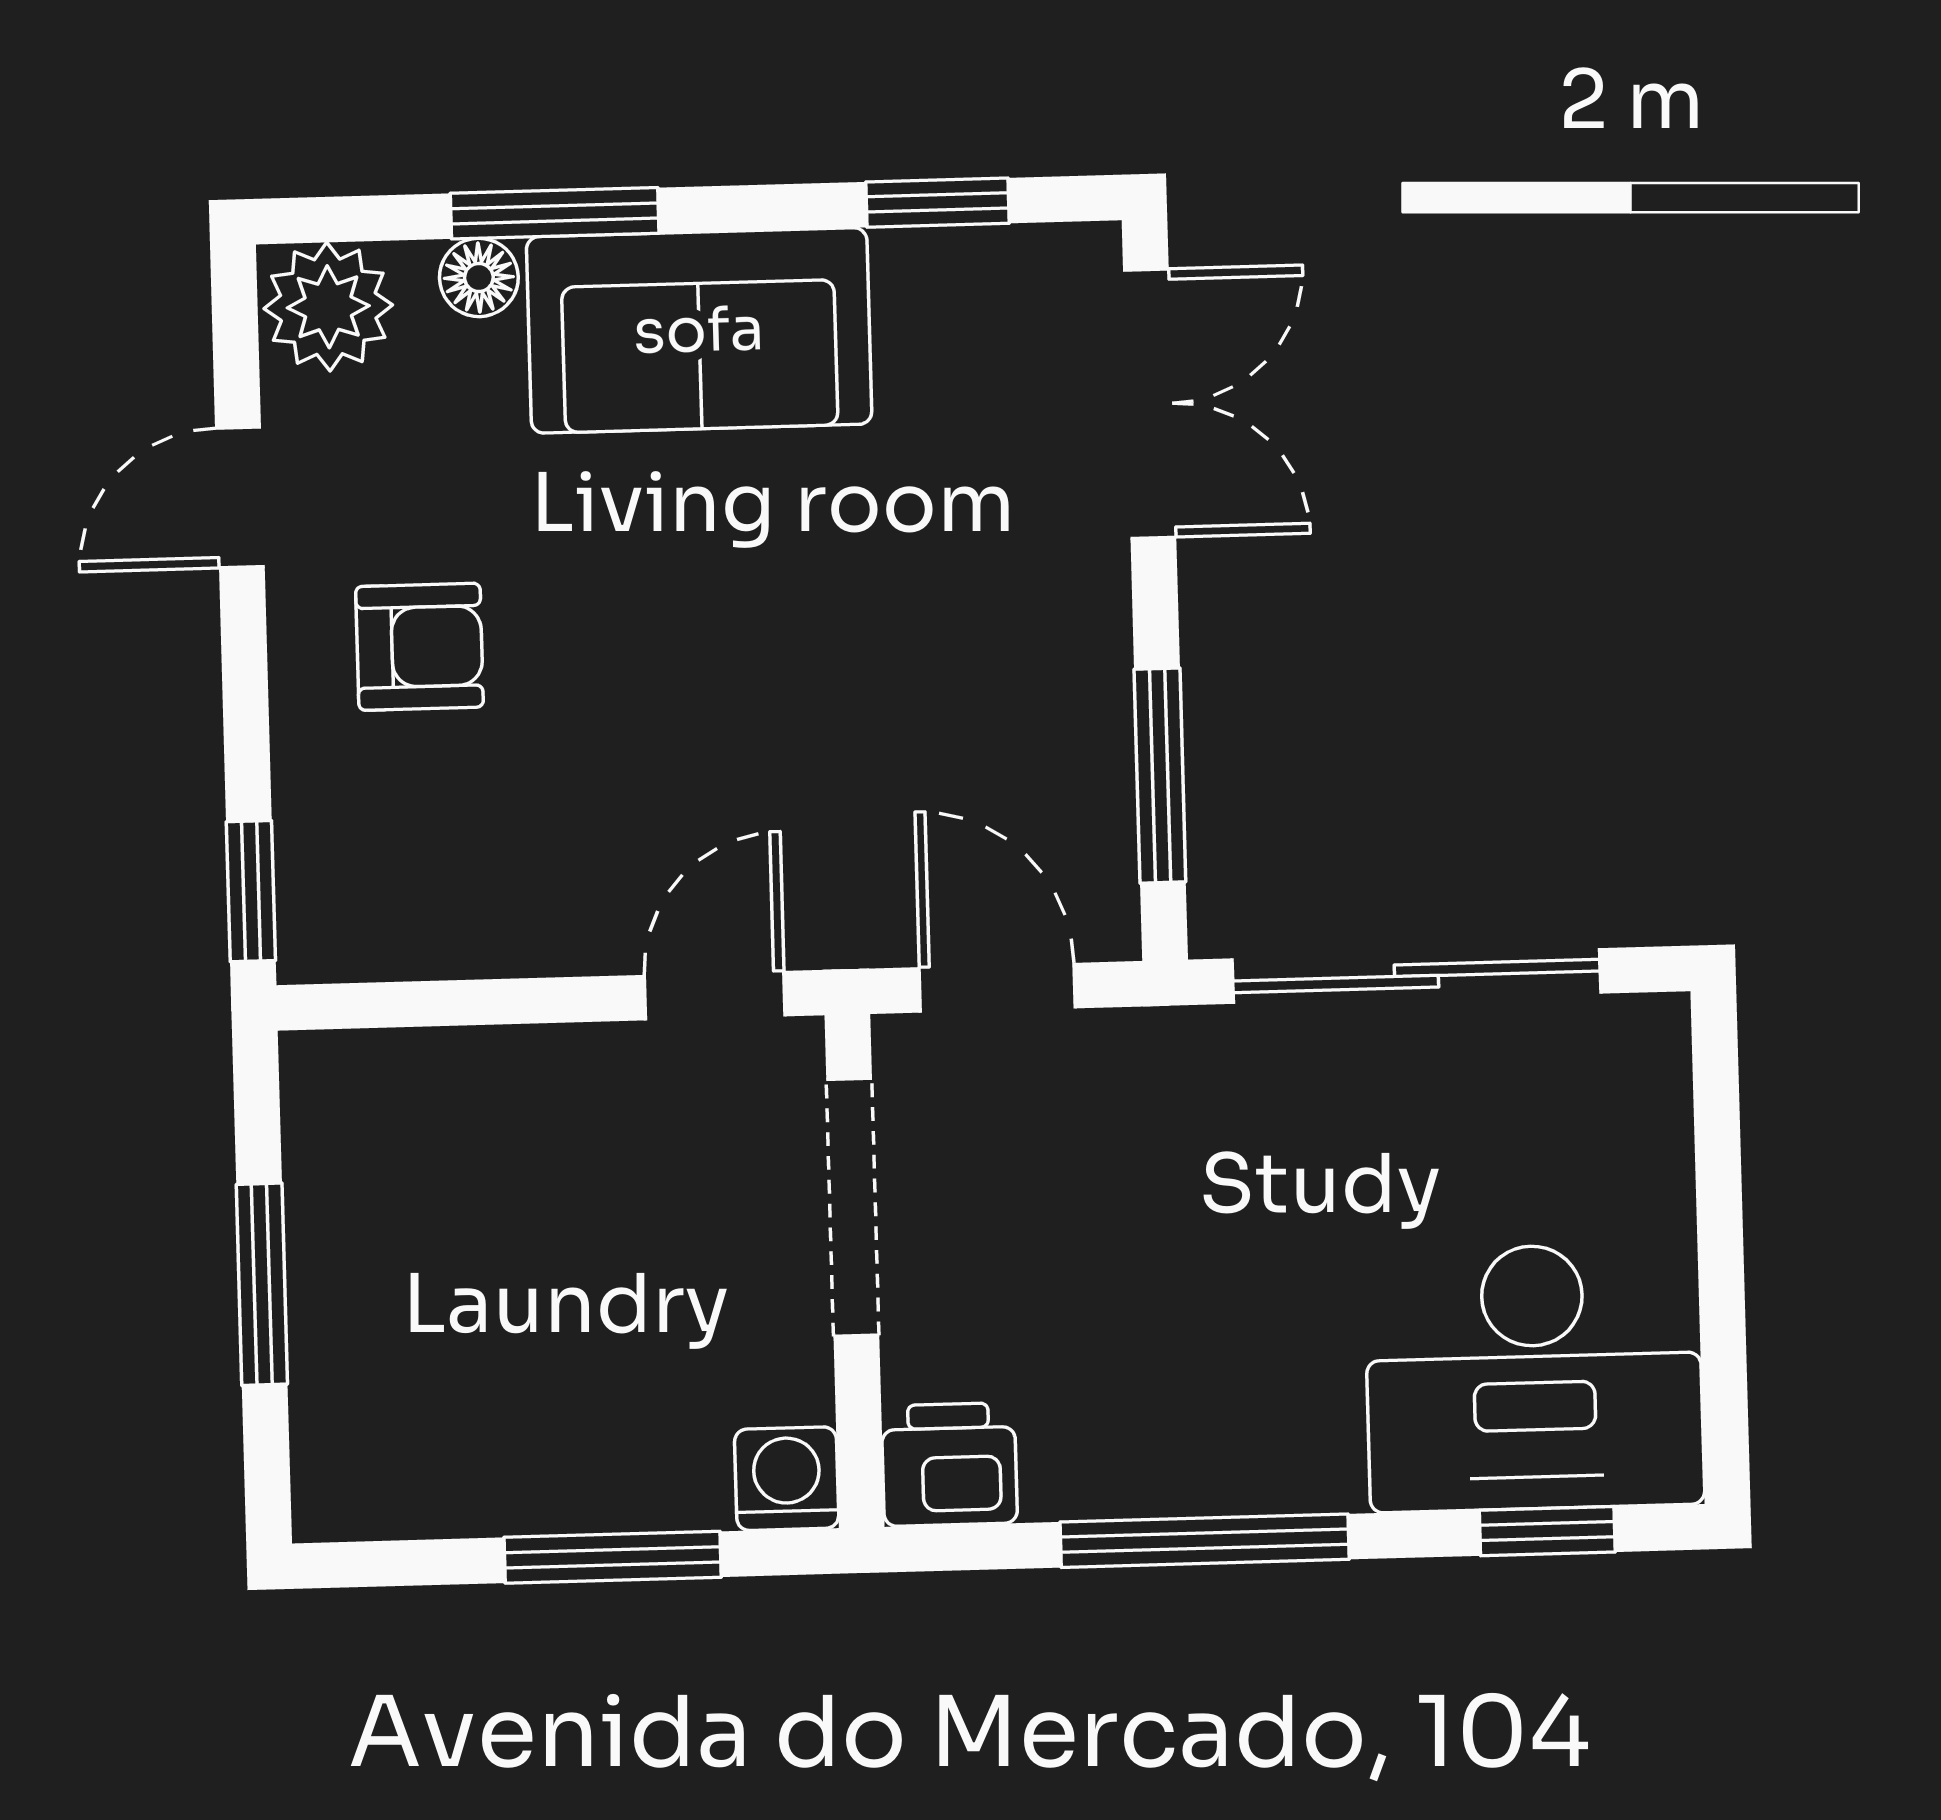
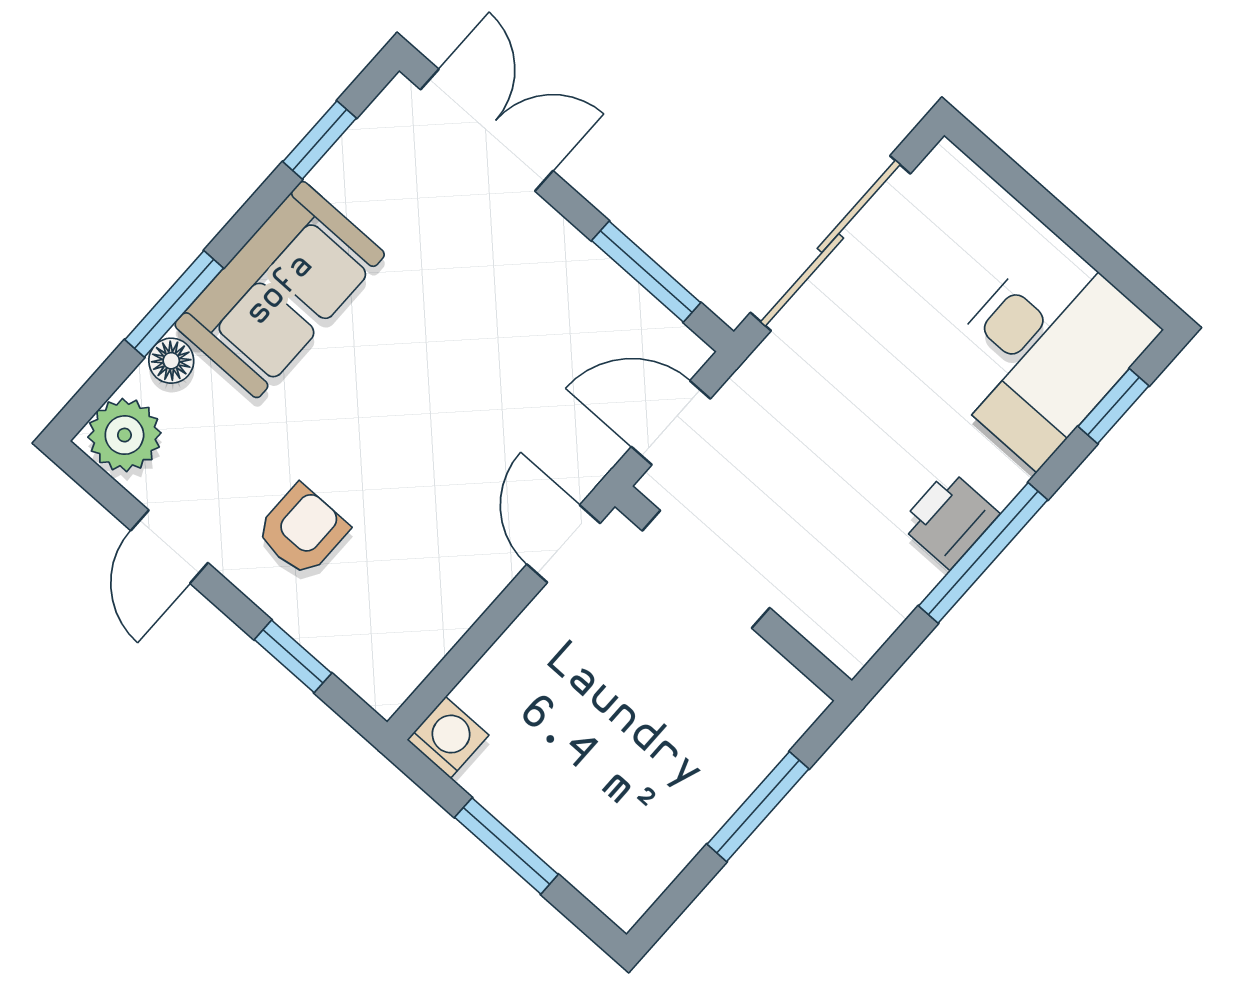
window: (251, 891) -> (293, 656), moved
printer: (949, 1464) -> (949, 519), moved
washing machine: (787, 1479) -> (448, 738), moved, turned 90

